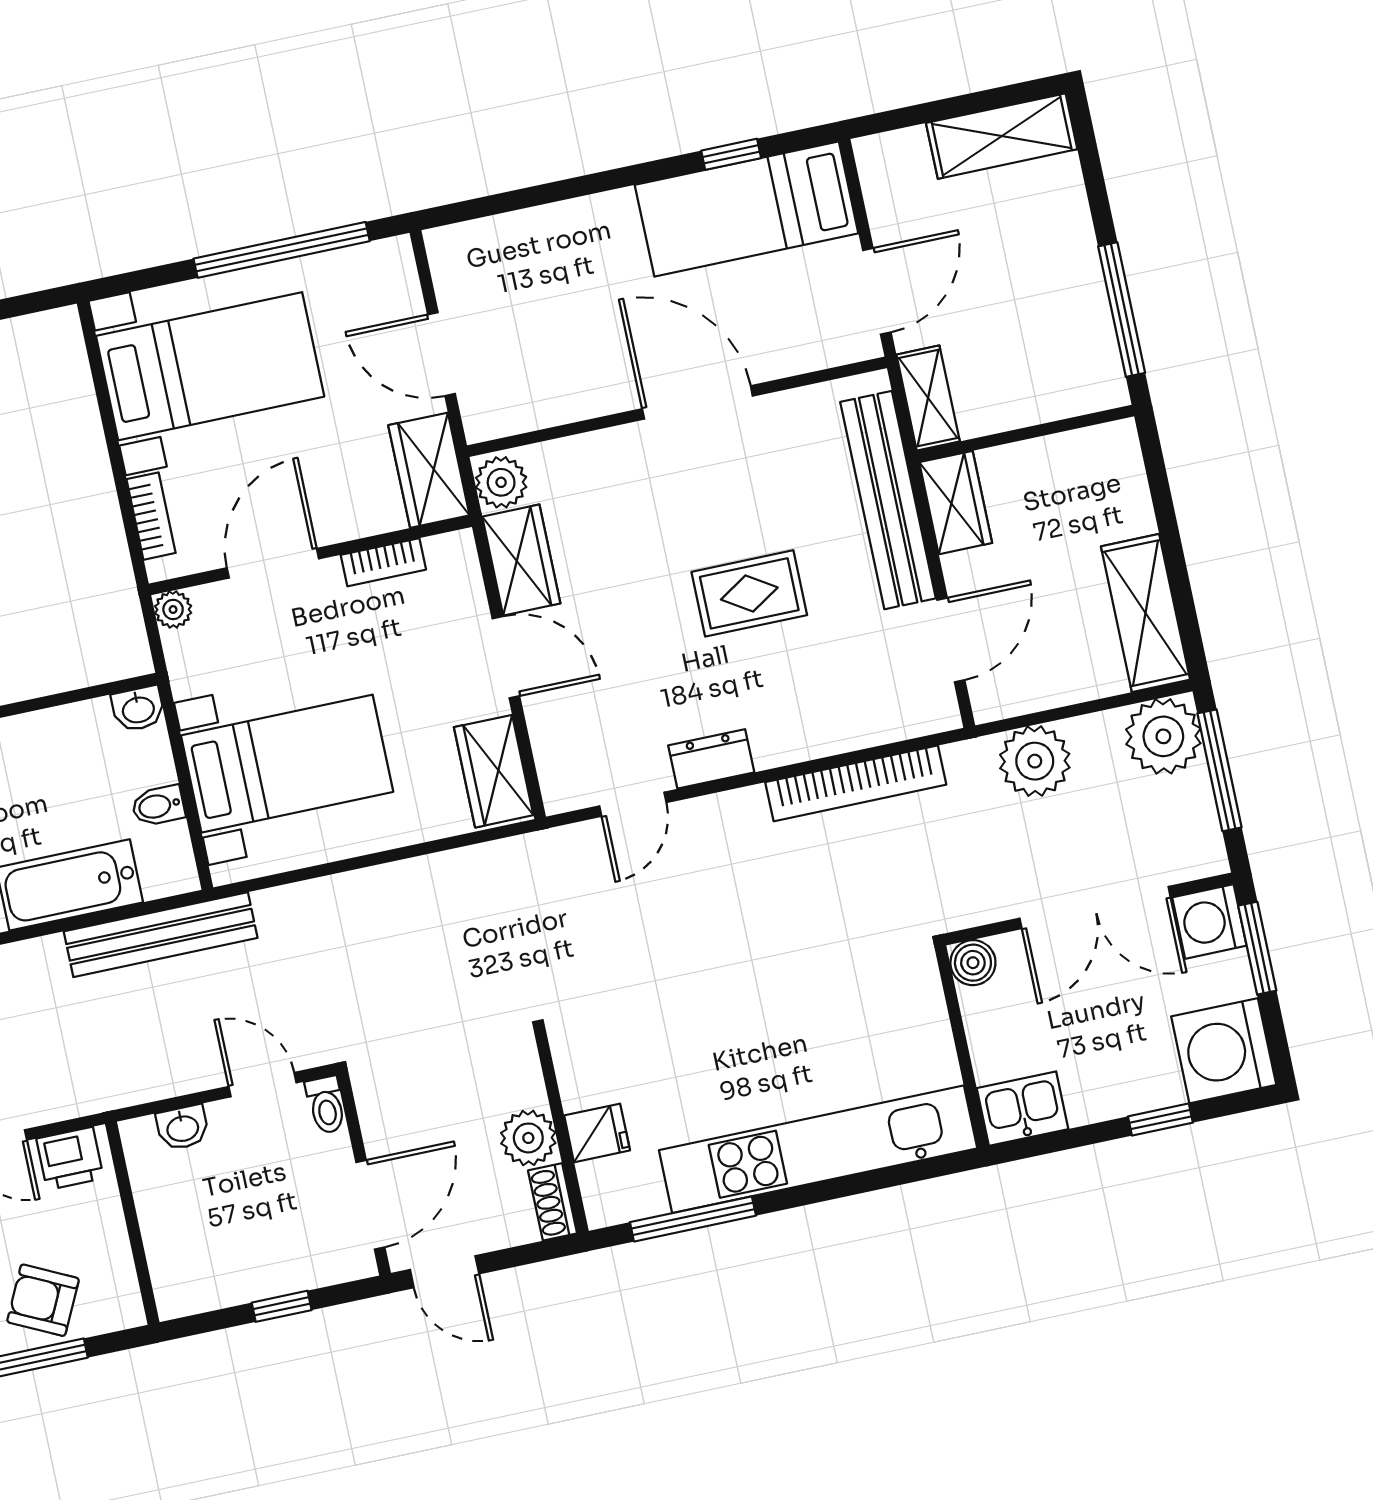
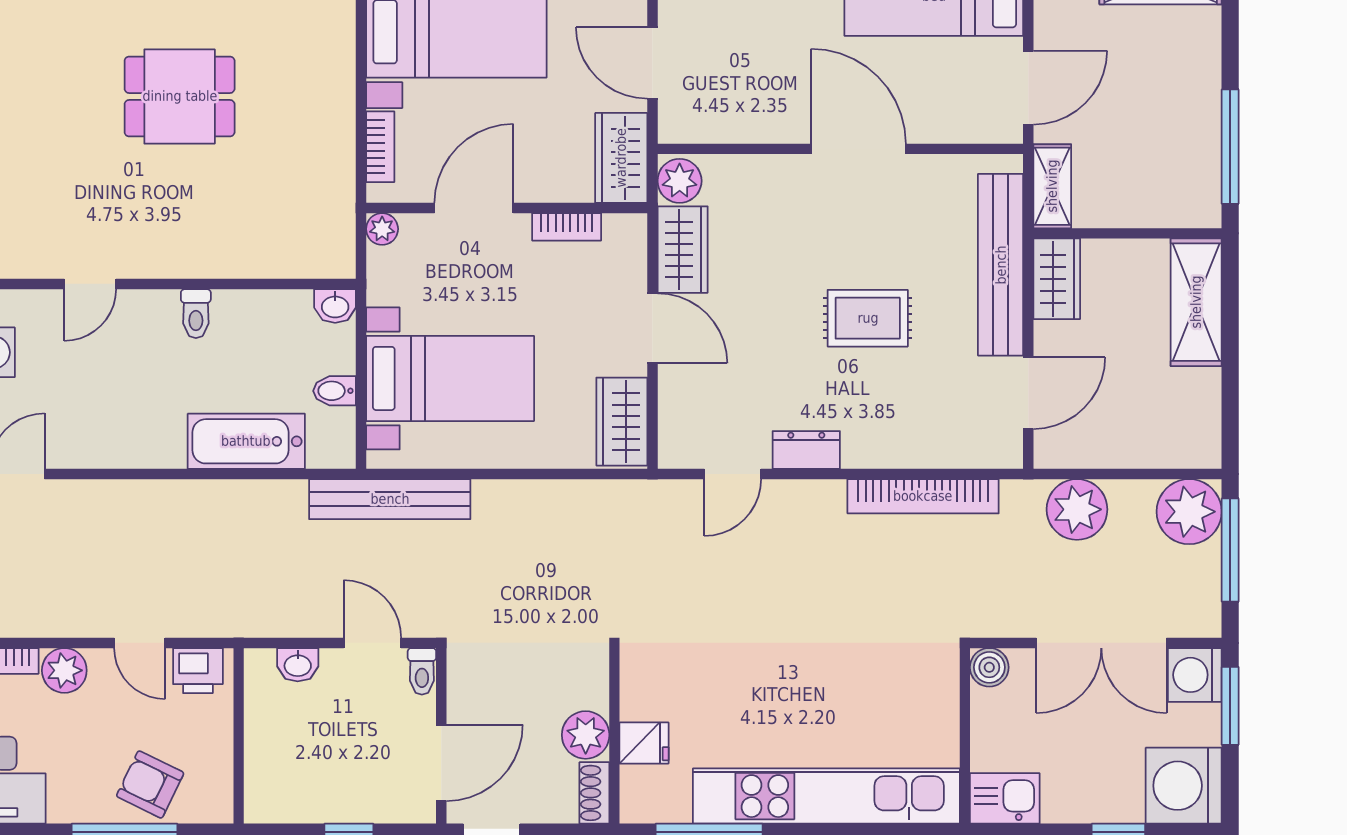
shelving: (1146, 613) -> (1196, 302), moved
bench: (161, 935) -> (390, 499), moved

